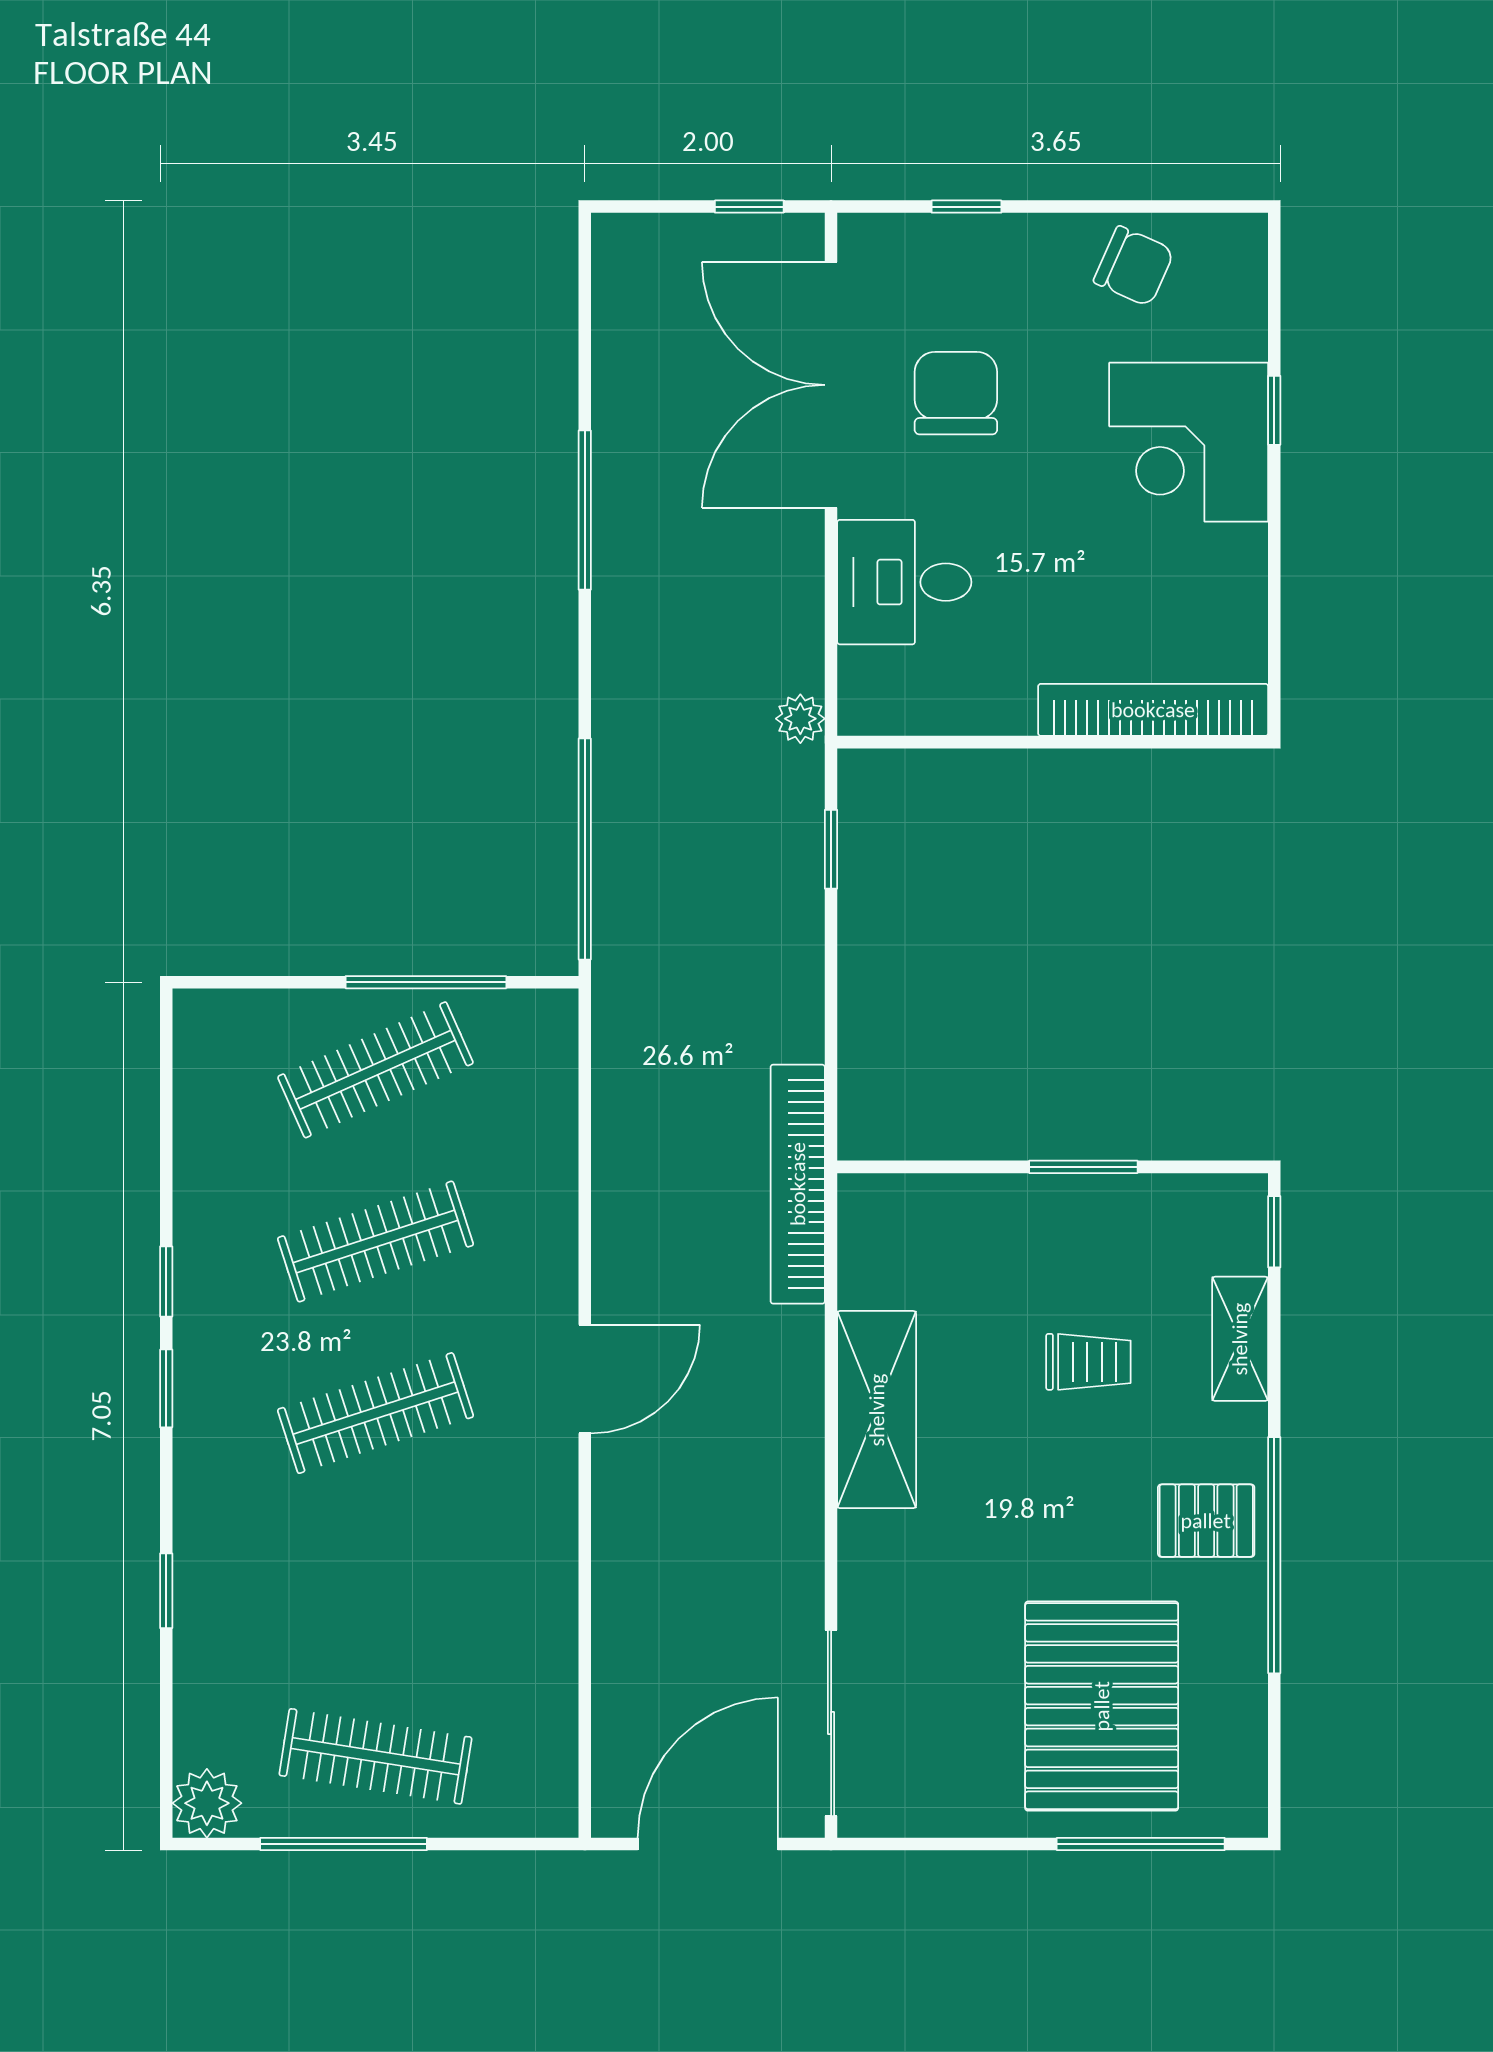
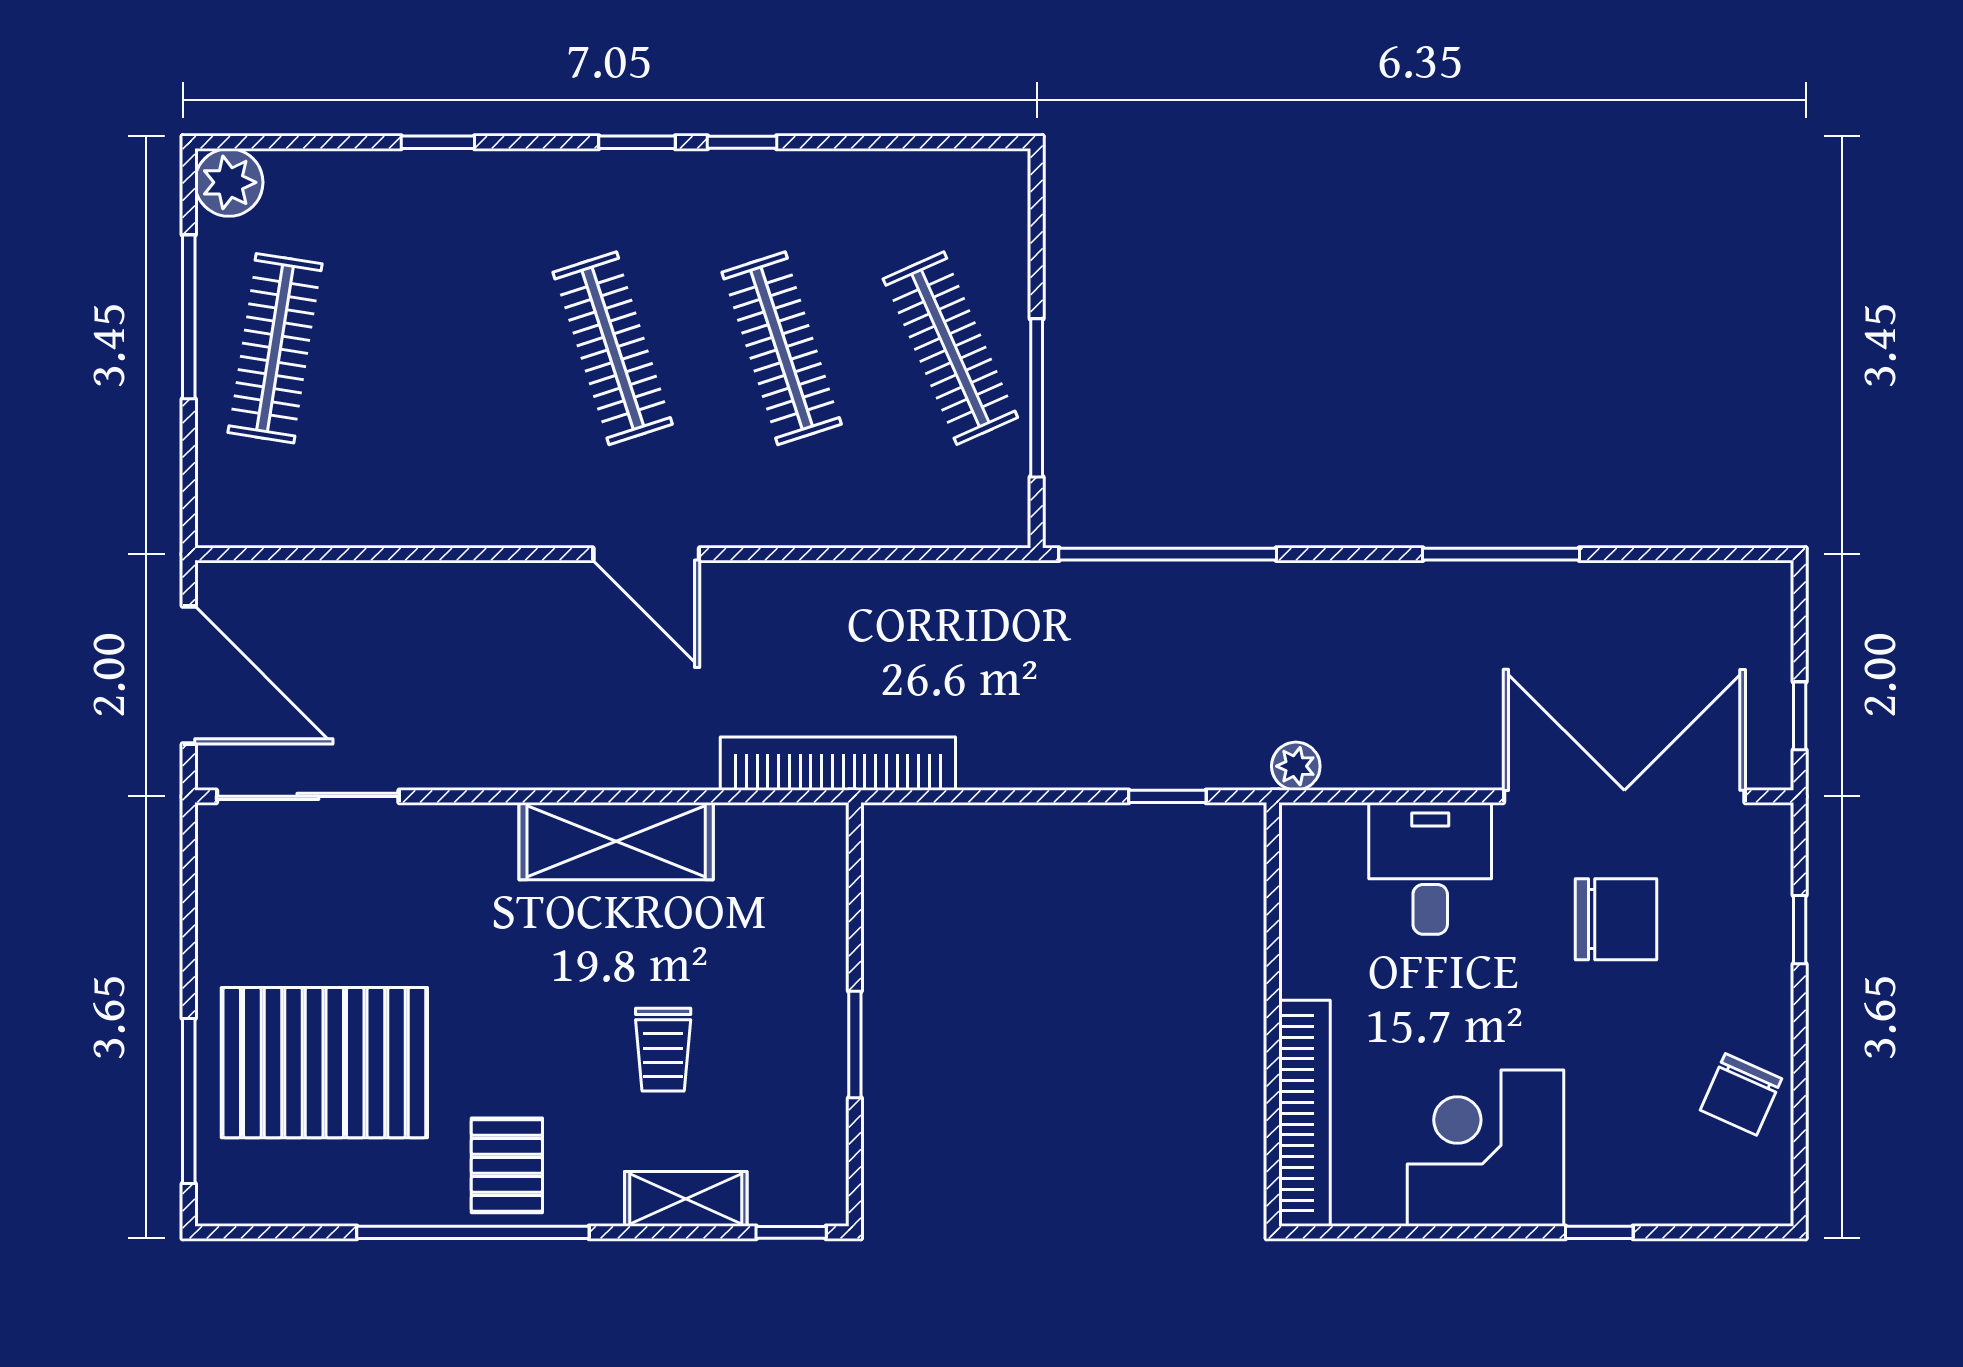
corner desk: (1189, 442) -> (1486, 1148), moved

